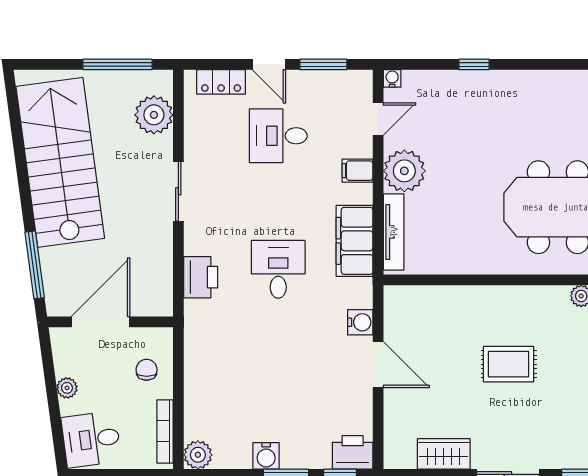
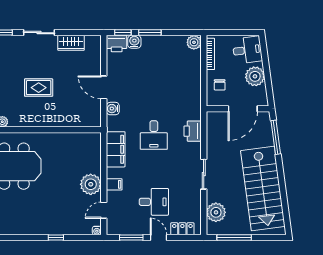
tv unit: (394, 232) -> (96, 154), removed
plant: (67, 388) -> (255, 76), width x1.88, depth x1.88
water cooler: (266, 456) -> (134, 42), moved

